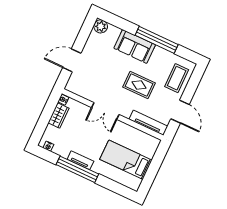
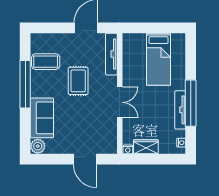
sofa: (135, 46) -> (42, 118), moved
coffee table: (177, 78) -> (46, 62), moved
tv unit: (80, 160) -> (180, 110), width x1.41

